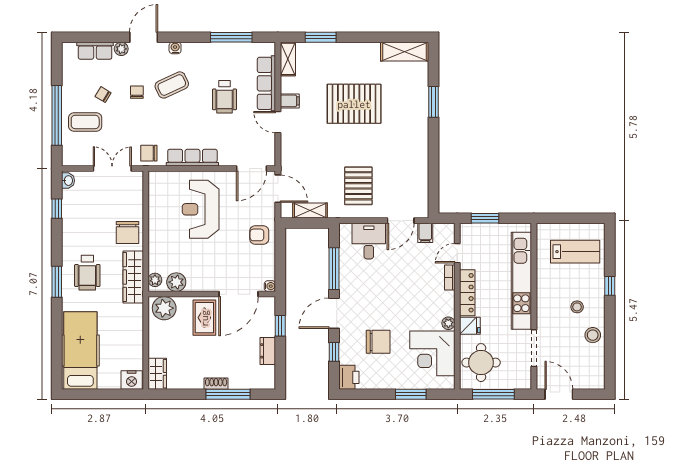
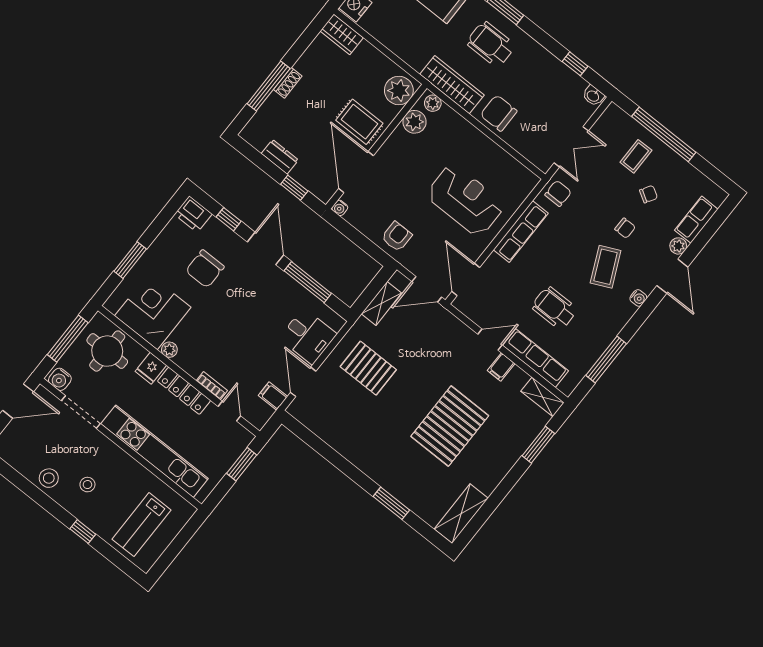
coffee table: (85, 122) -> (636, 156), width x0.73, depth x0.77
water cooler: (523, 379) -> (60, 379), added

